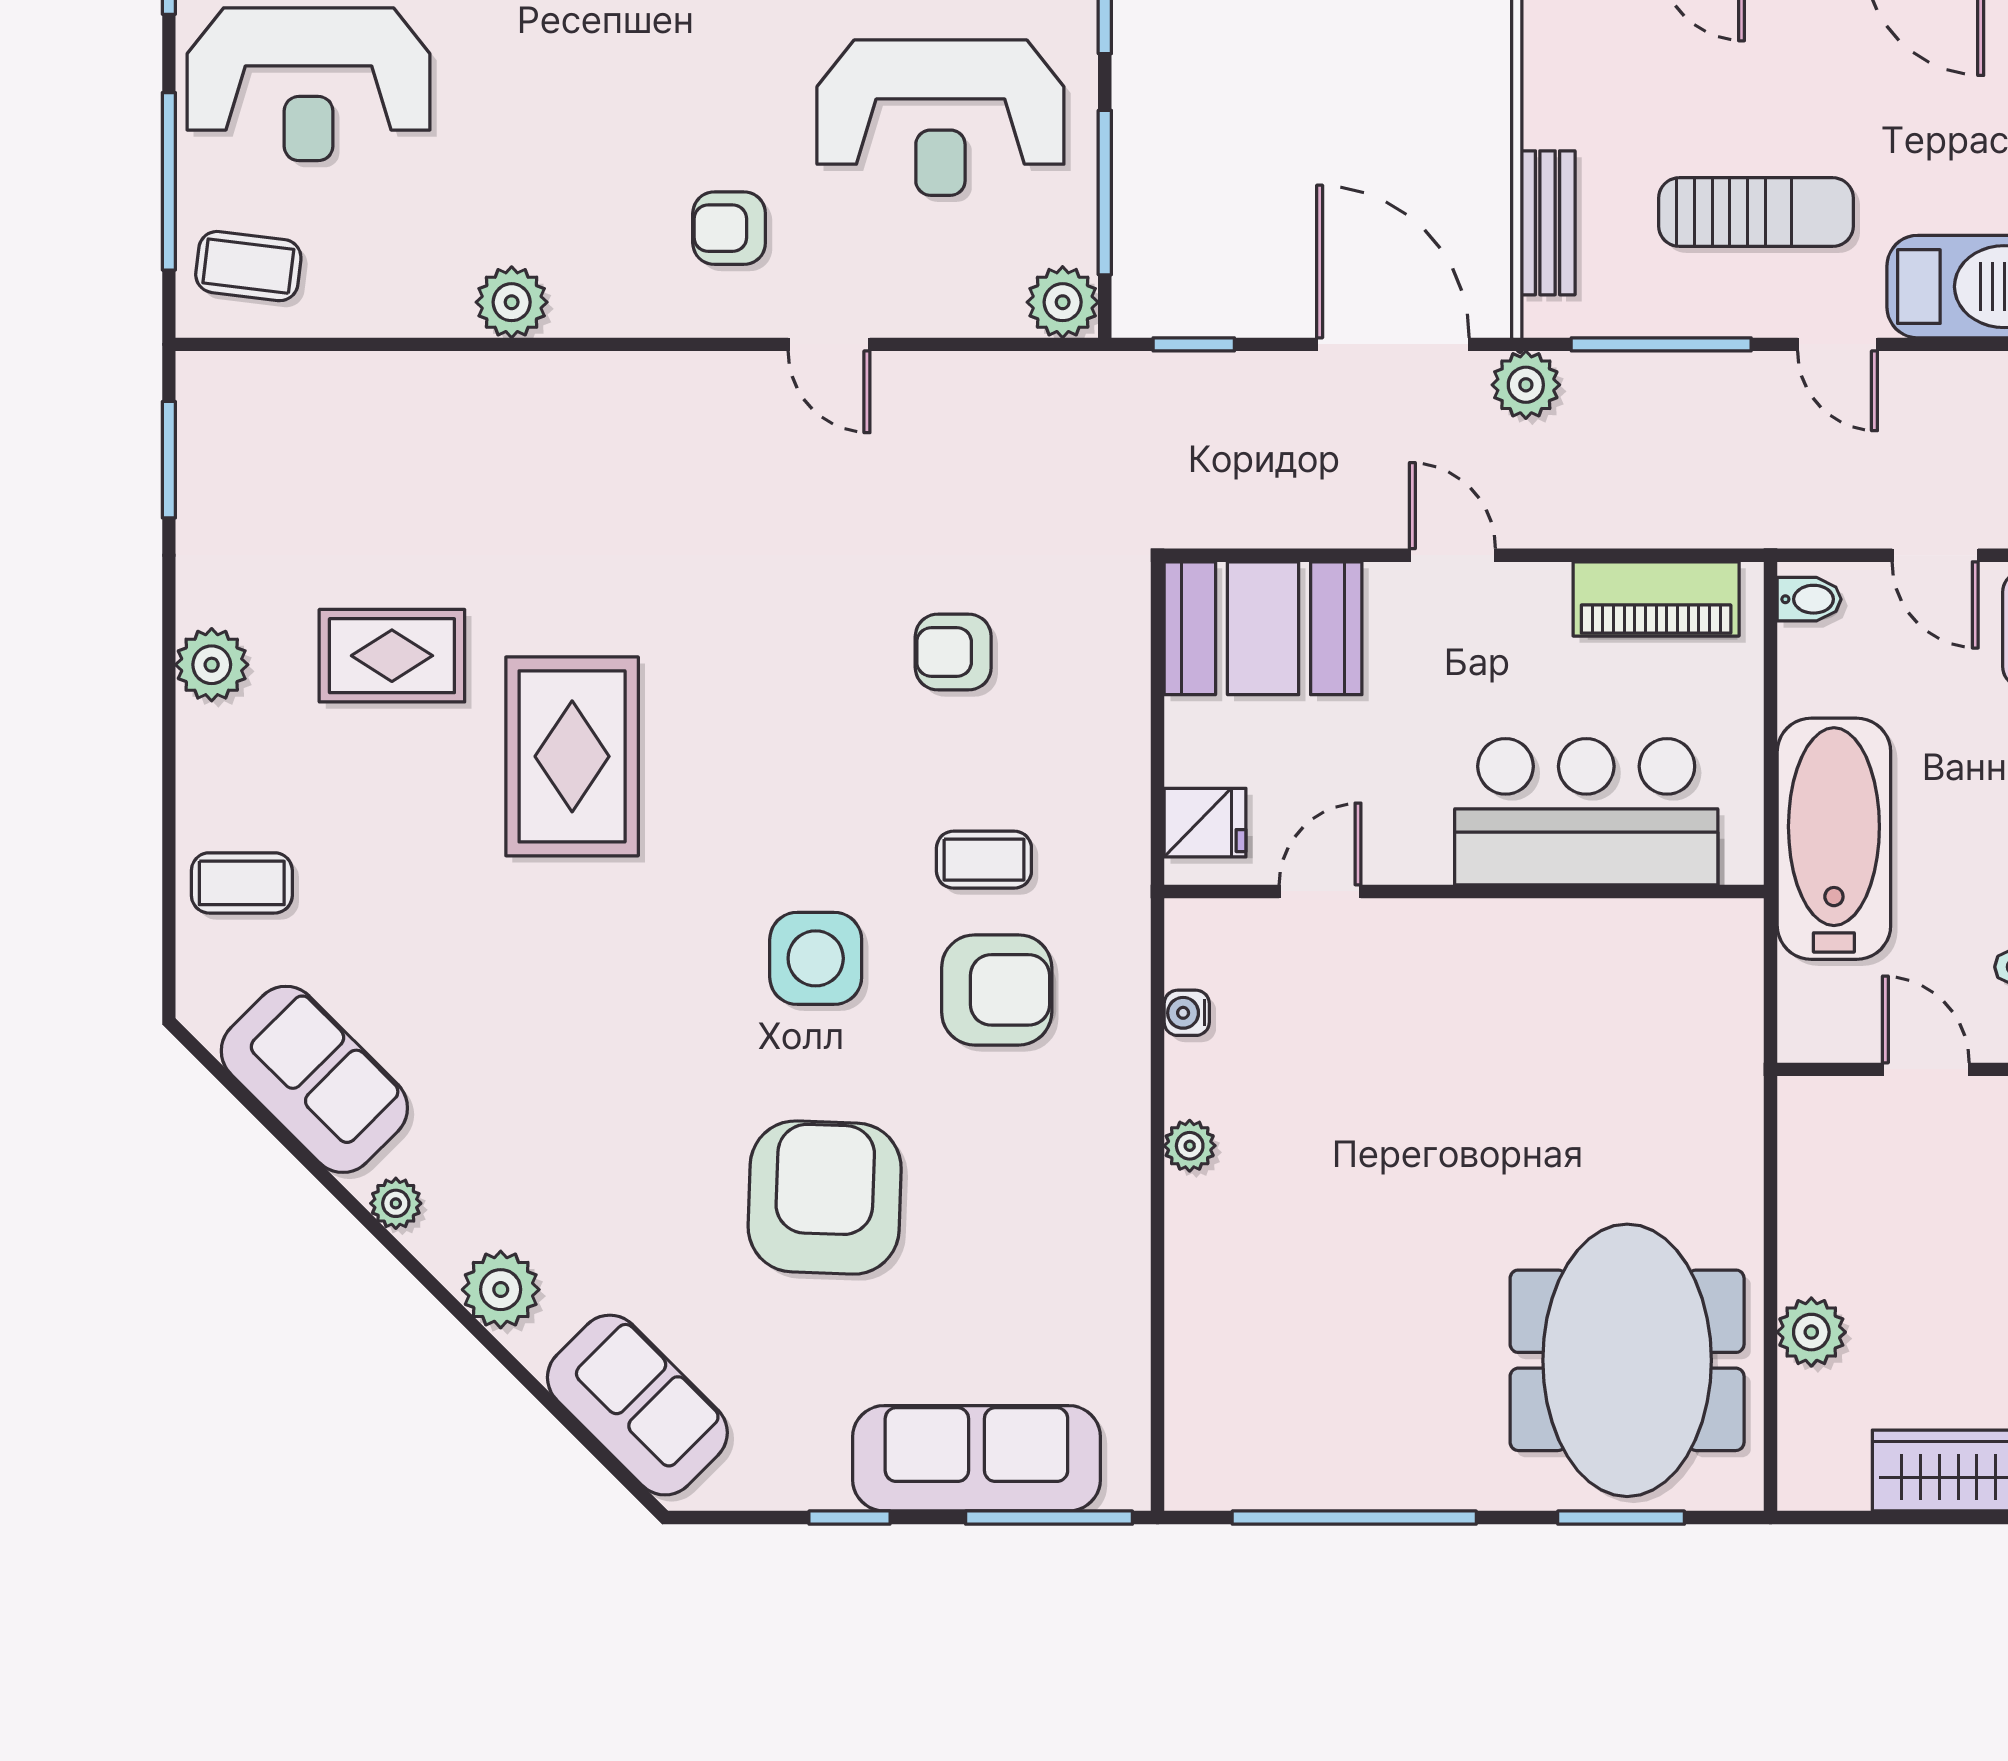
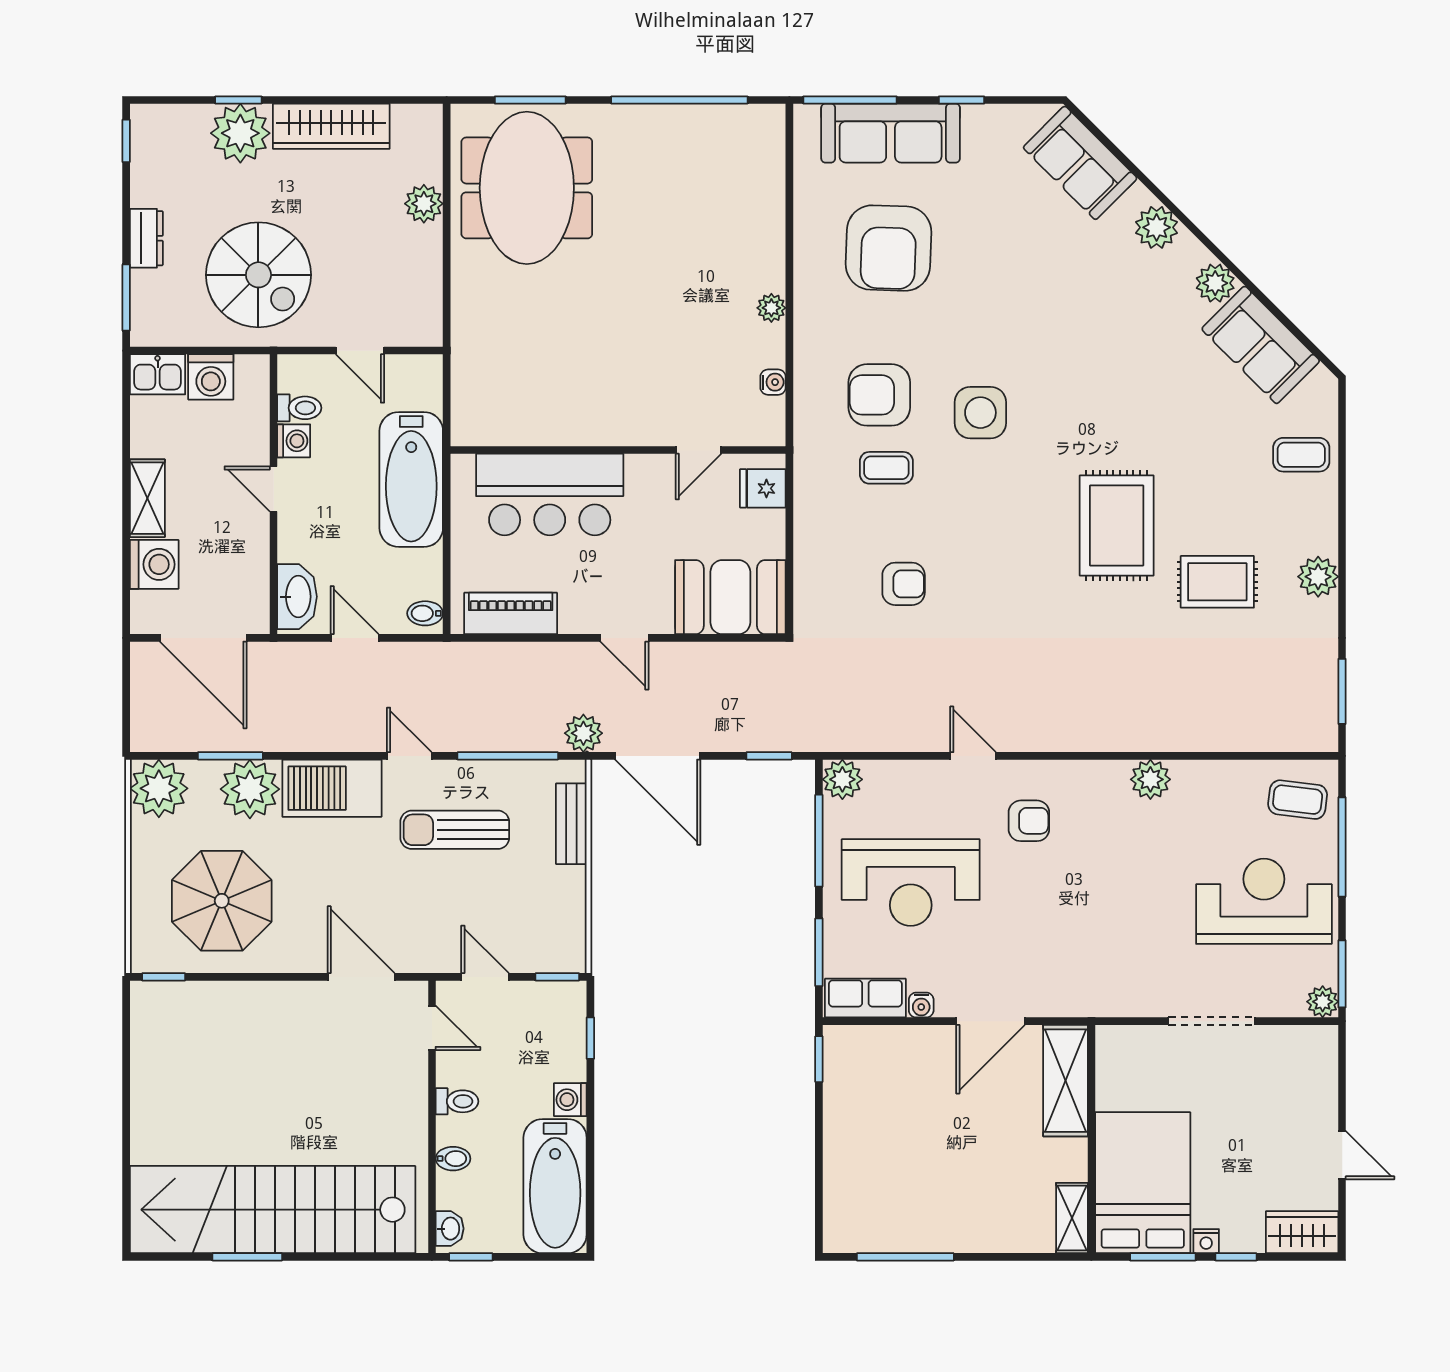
reception desk: (940, 118) -> (911, 883), turned 180
armchair: (825, 1198) -> (889, 248), moved
plant: (396, 1203) -> (1215, 283), width x1.38, depth x1.38

